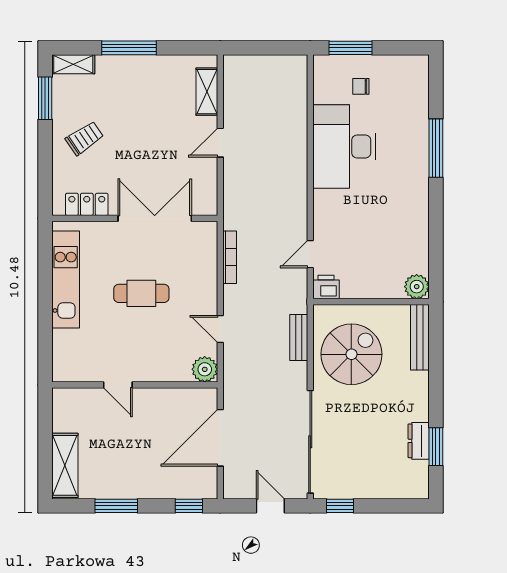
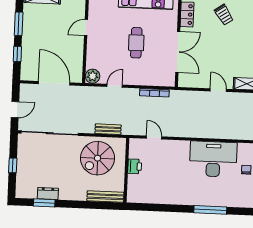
printer: (326, 287) -> (135, 166), moved
plant: (417, 287) -> (134, 196), removed
spiral stairs: (351, 354) -> (98, 158), turned 90
window: (189, 506) -> (17, 54), moved
window: (340, 506) -> (13, 165), moved

